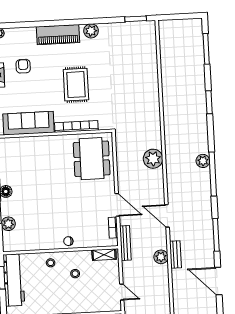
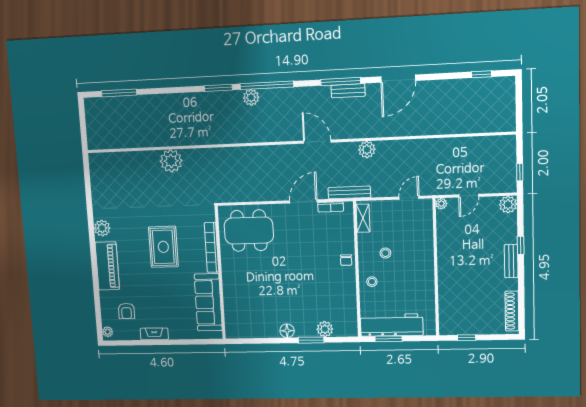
window: (136, 19) -> (87, 176), removed
armchair: (23, 66) -> (126, 311), moved, turned -90
rug: (76, 85) -> (163, 247), turned 90
window: (209, 102) -> (218, 88), moved
plant: (153, 159) -> (171, 161), moved
door: (167, 216) -> (317, 142), swing flipped
bench: (175, 254) -> (348, 91), moved

